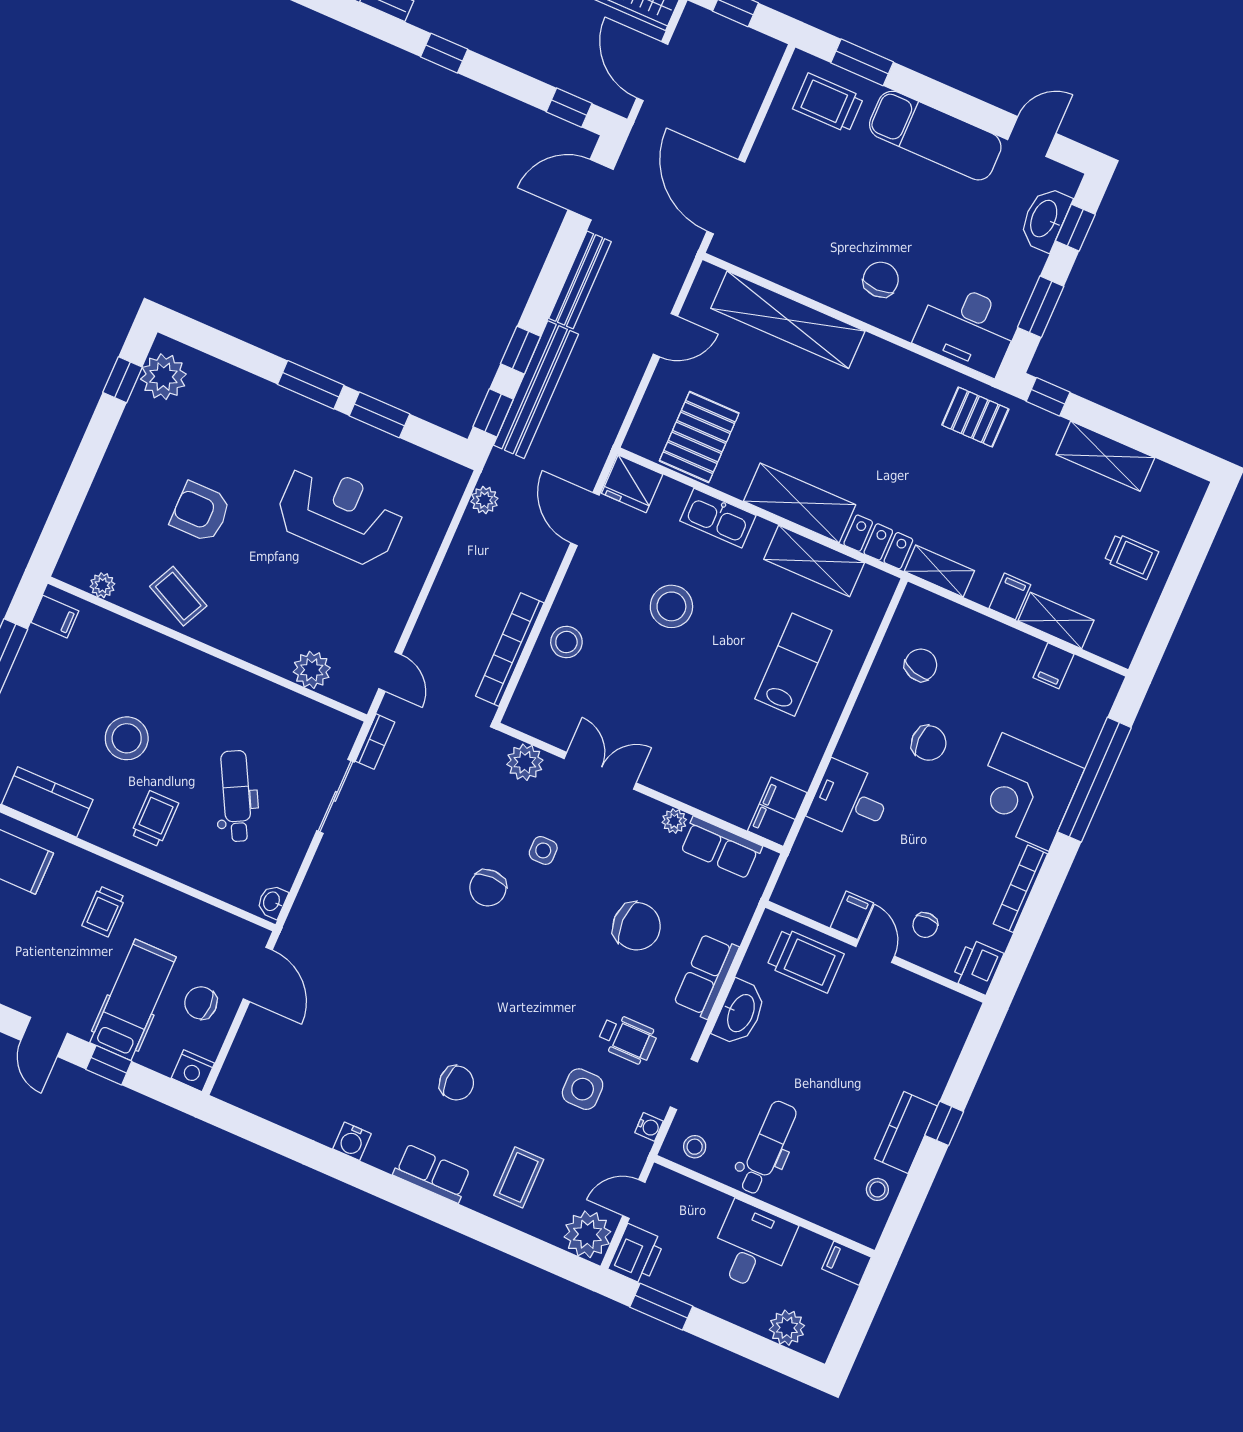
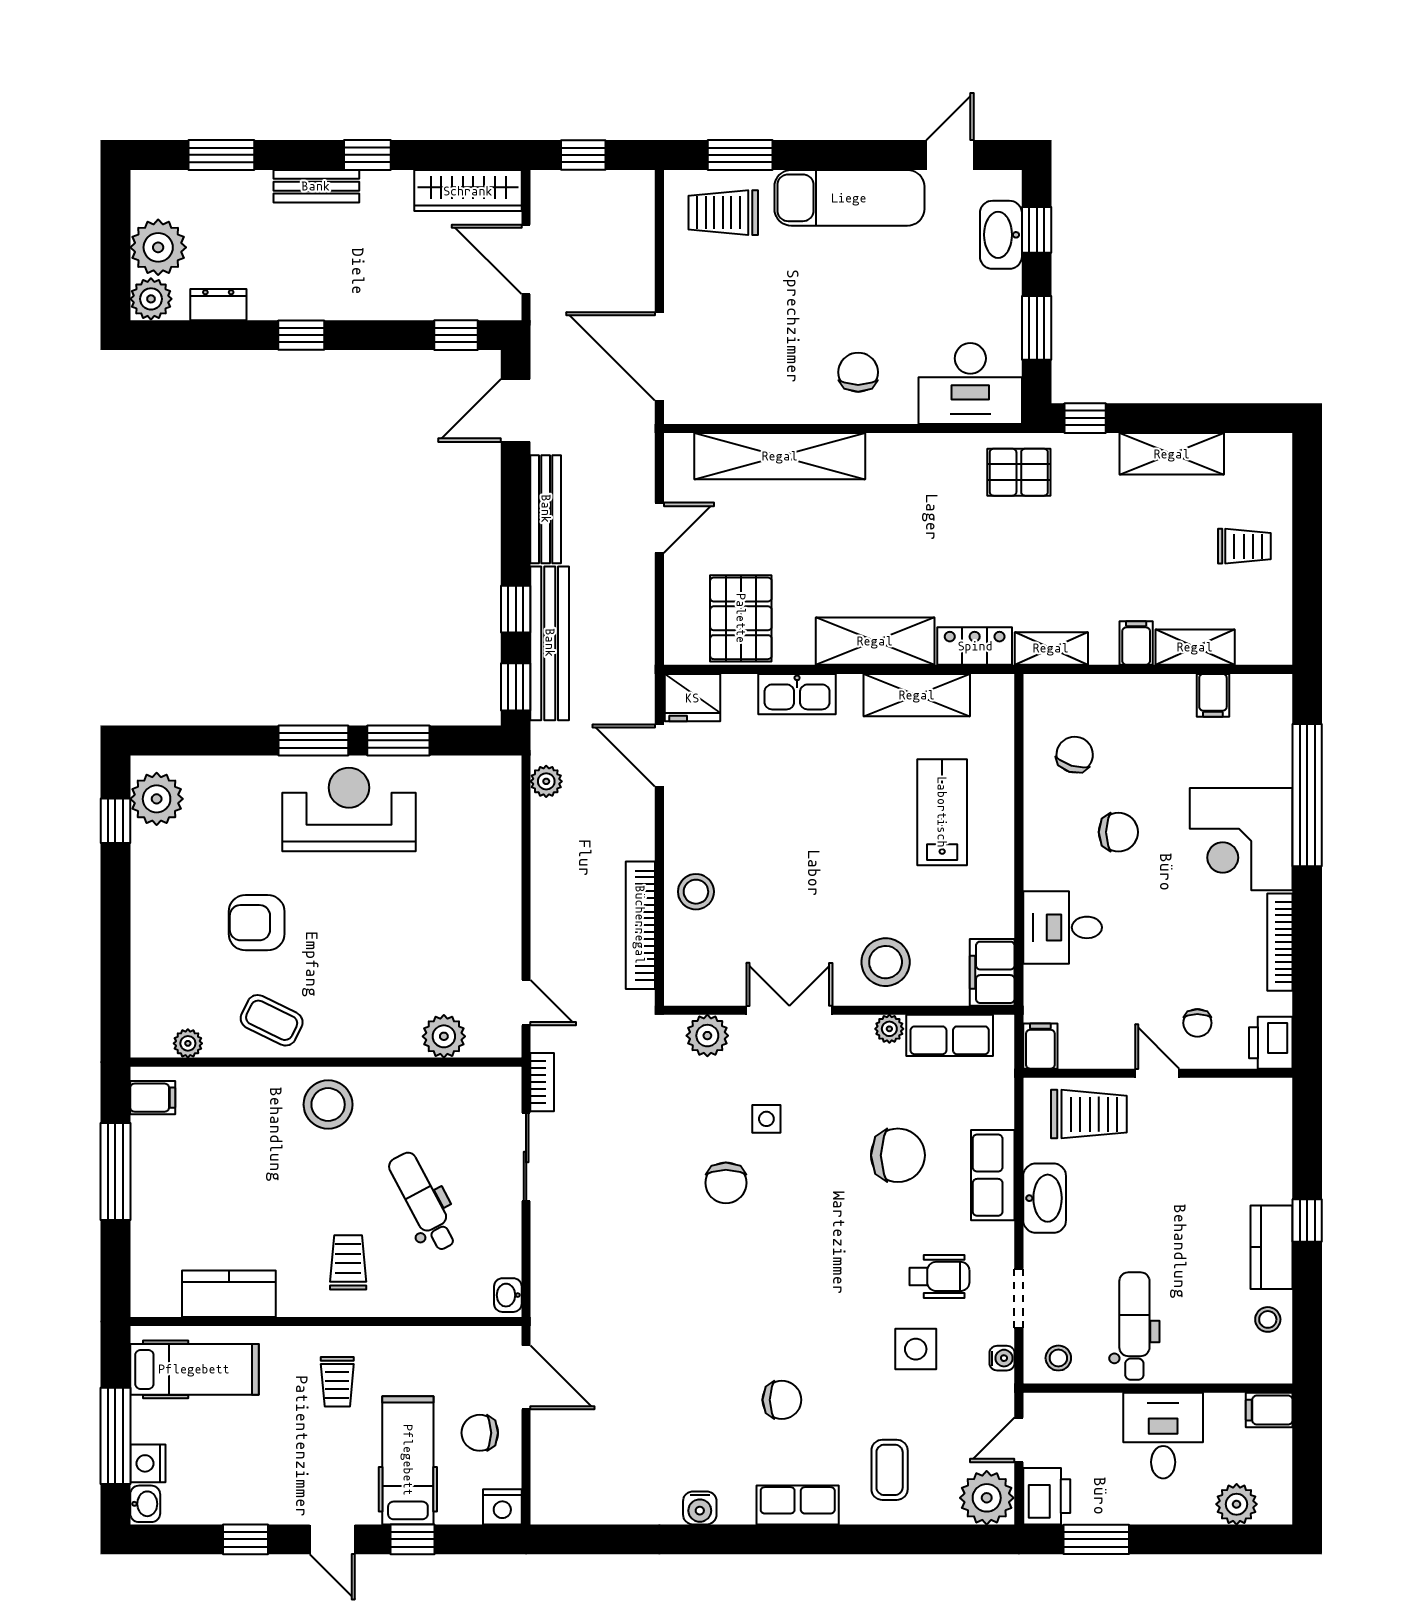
reception desk: (340, 514) -> (349, 809), moved
stool: (671, 606) -> (886, 962), moved
stool: (127, 738) -> (328, 1105), moved
filing cabinet: (852, 915) -> (1040, 1046), moved

